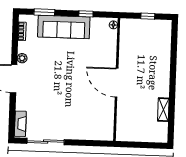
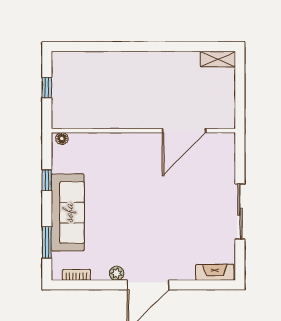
door: (117, 83) -> (184, 131), moved
shelving: (163, 110) -> (218, 59), moved
sliding door: (46, 141) -> (240, 212), moved

